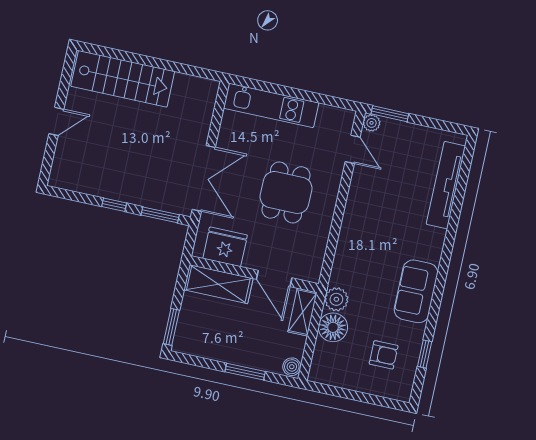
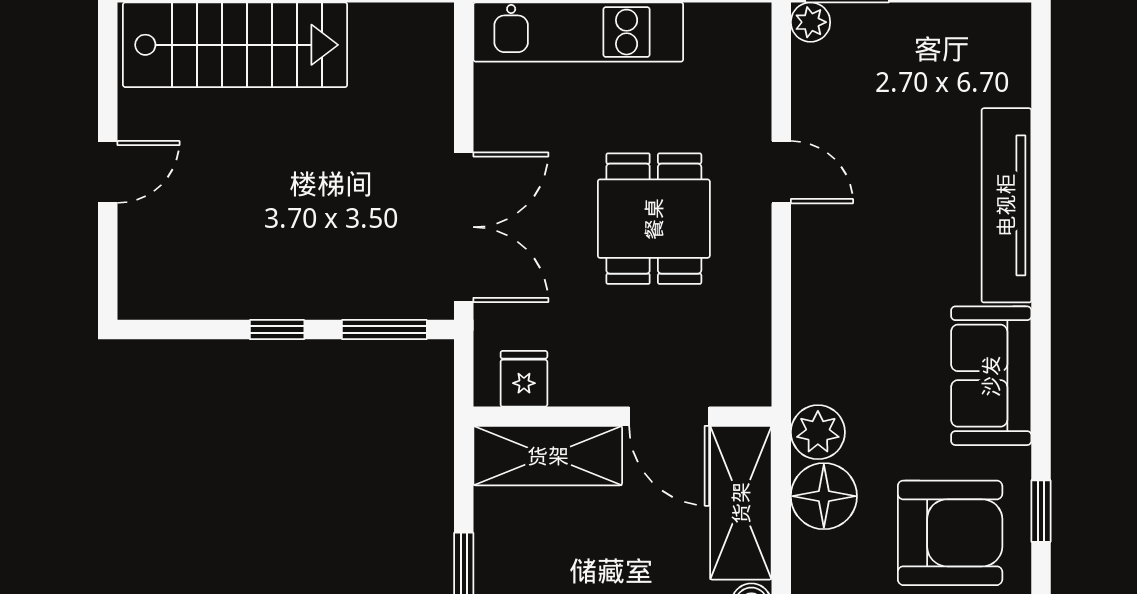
door: (353, 149) -> (781, 172), moved
tv unit: (446, 185) -> (1006, 205), moved
fridge: (225, 247) -> (524, 379), width x0.53, depth x0.75
shelving: (302, 312) -> (741, 503), width x1.50, depth x1.33
armchair: (384, 355) -> (950, 533), width x1.88, depth x1.88

